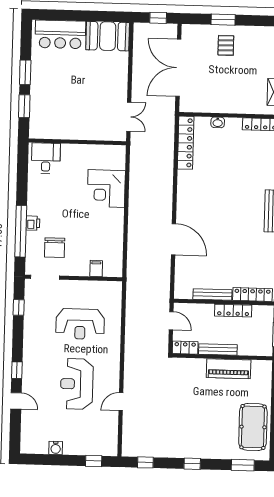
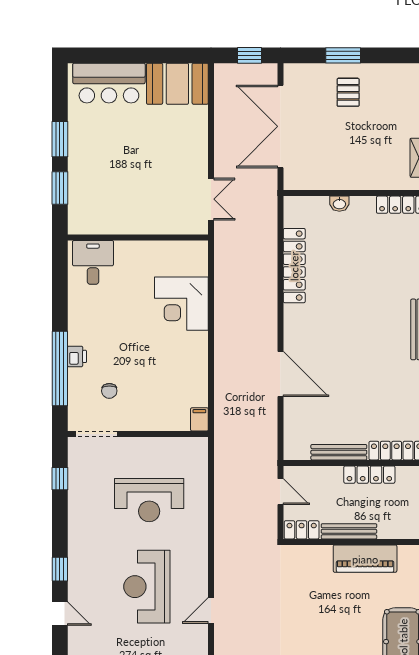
locker: (186, 143) -> (294, 266), moved
chair: (55, 248) -> (109, 391), width x0.54, depth x0.54
filing cabinet: (96, 268) -> (199, 419), moved

